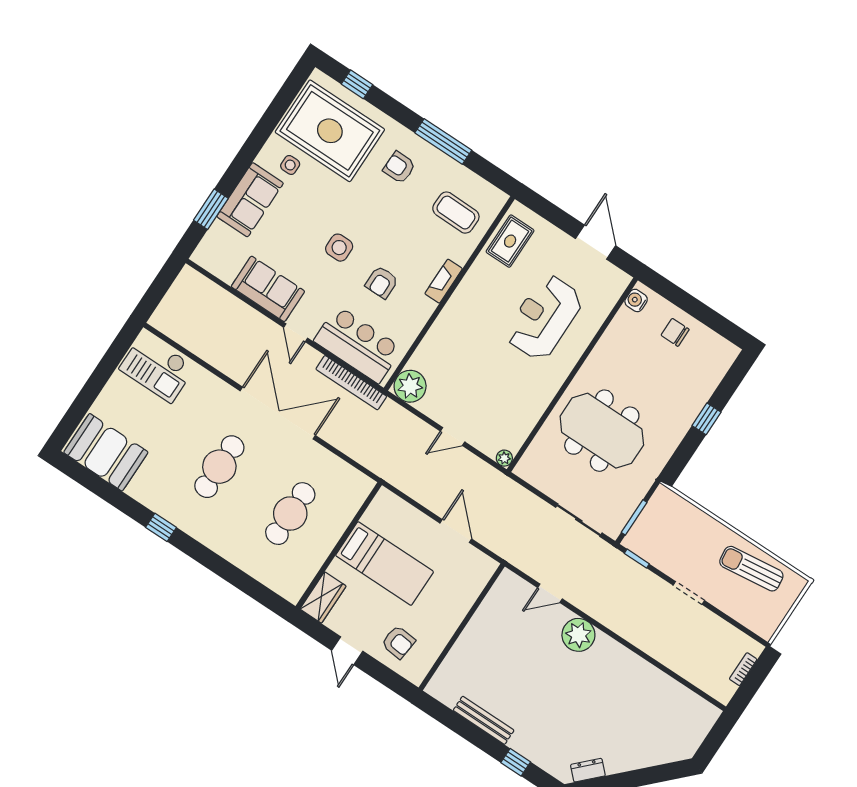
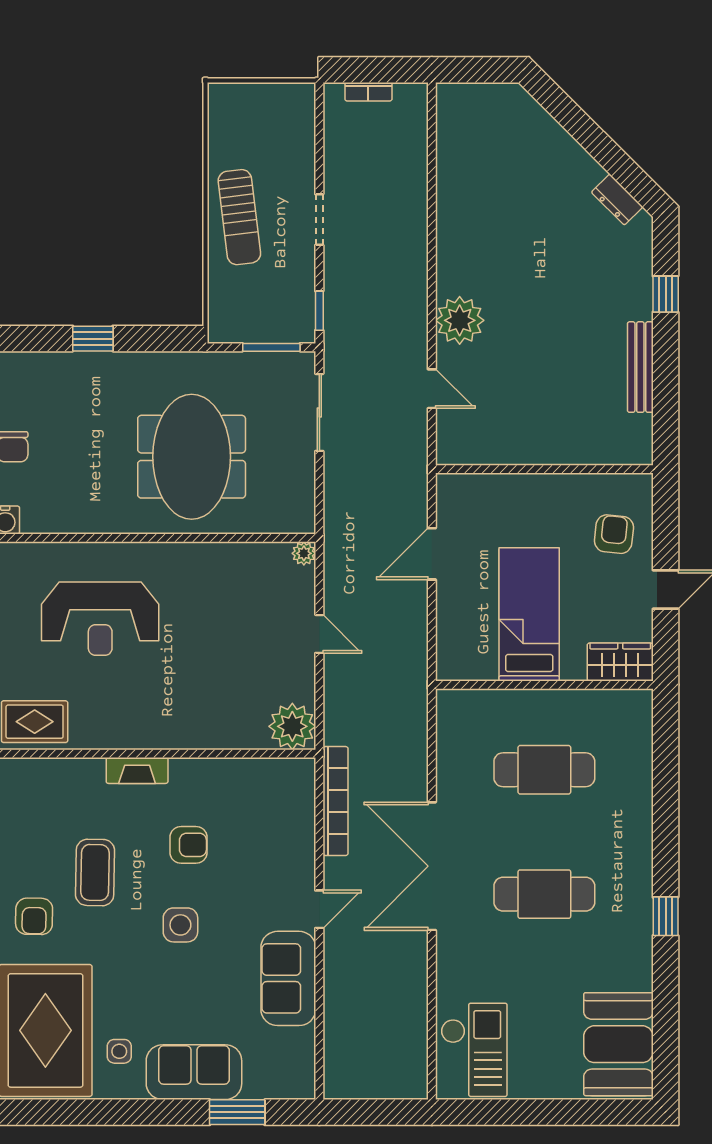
coffee table: (456, 213) -> (95, 872), moved
bar counter: (358, 344) -> (283, 824), removed
sun lounger: (751, 569) -> (239, 217), moved

